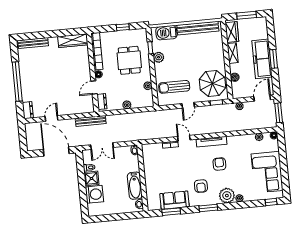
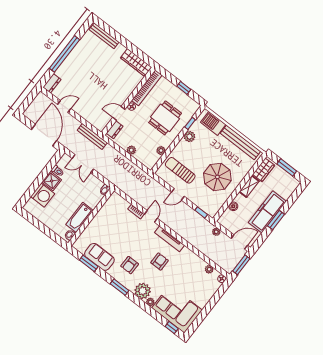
parasol: (212, 84) -> (217, 177), moved
corner sofa: (267, 172) -> (177, 309), moved, turned 90

